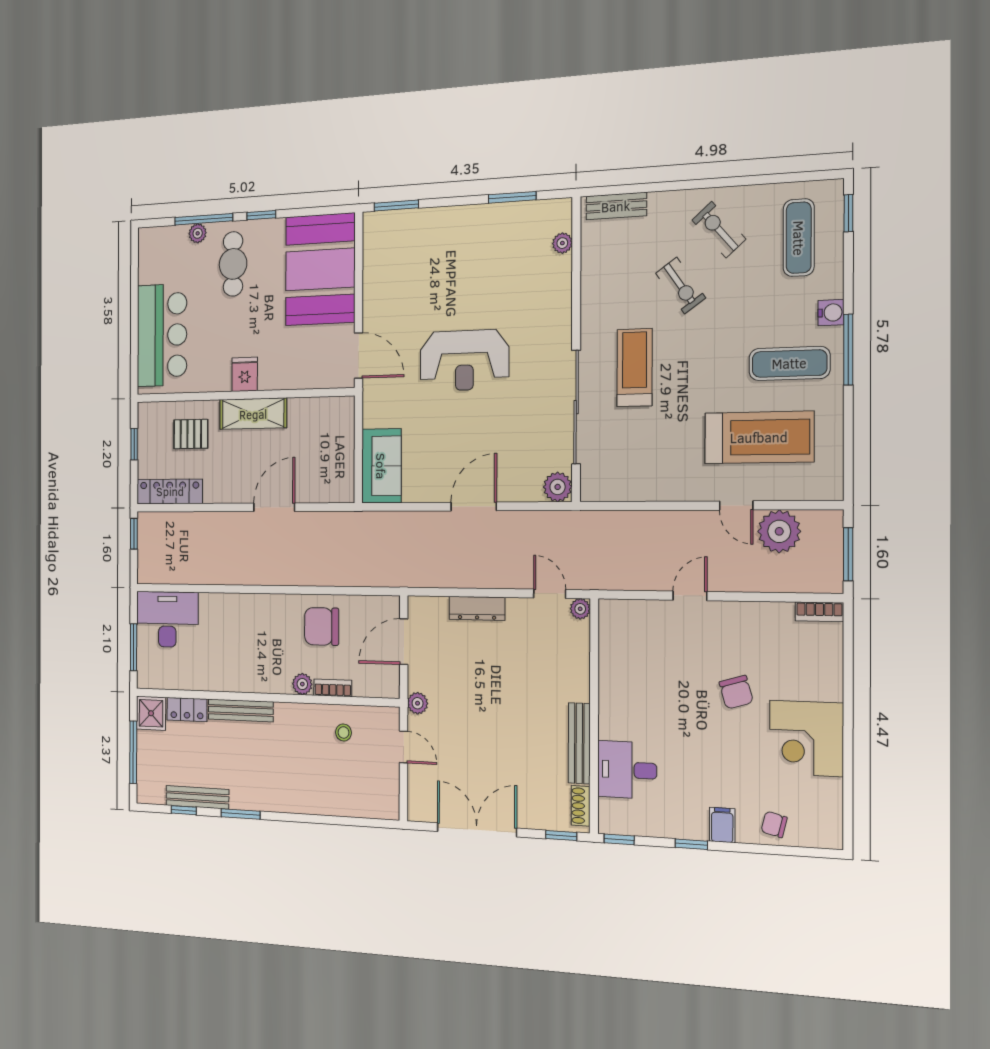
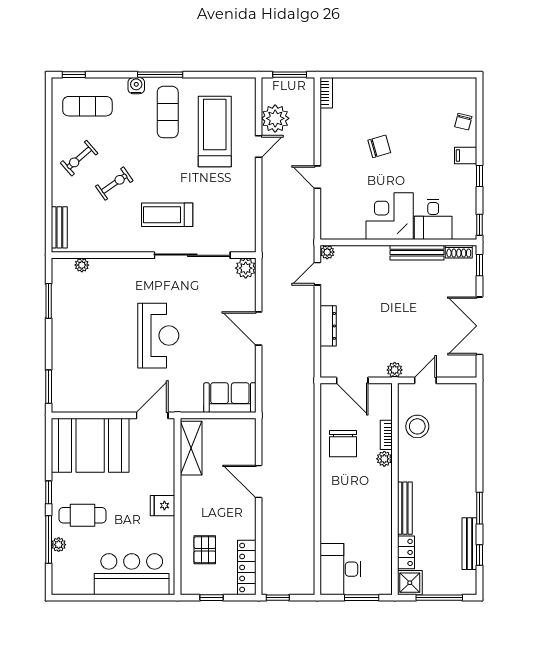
shelving: (253, 414) -> (191, 448), moved
stool: (343, 732) -> (417, 426), width x1.89, depth x1.89
corner desk: (806, 738) -> (390, 216), moved, turned 180

